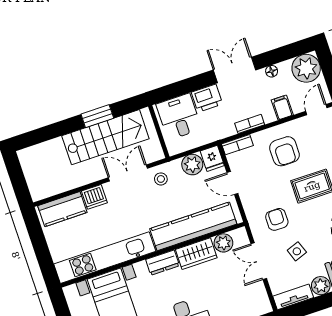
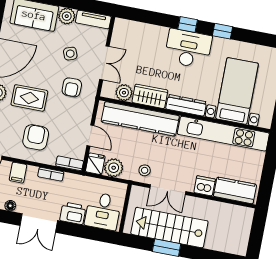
dresser: (163, 263) -> (186, 105), width x1.44

